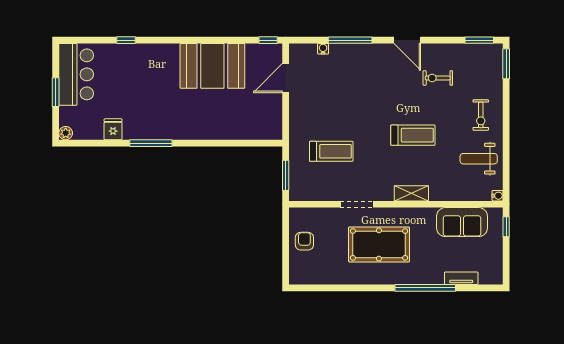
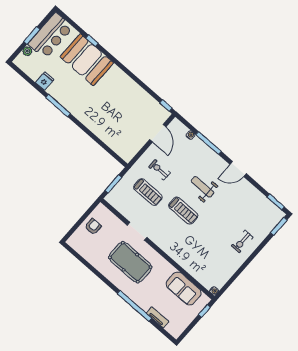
door: (407, 40) -> (238, 169), hinge flipped
booth: (212, 66) -> (87, 60), moved
door: (286, 78) -> (158, 133), swing flipped
exercise bike: (438, 78) -> (160, 170), moved
plant: (66, 133) -> (27, 51), moved
treadmill: (413, 135) -> (183, 211), moved
weight bench: (479, 159) -> (202, 187), moved
shelving: (411, 193) -> (170, 250), removed

